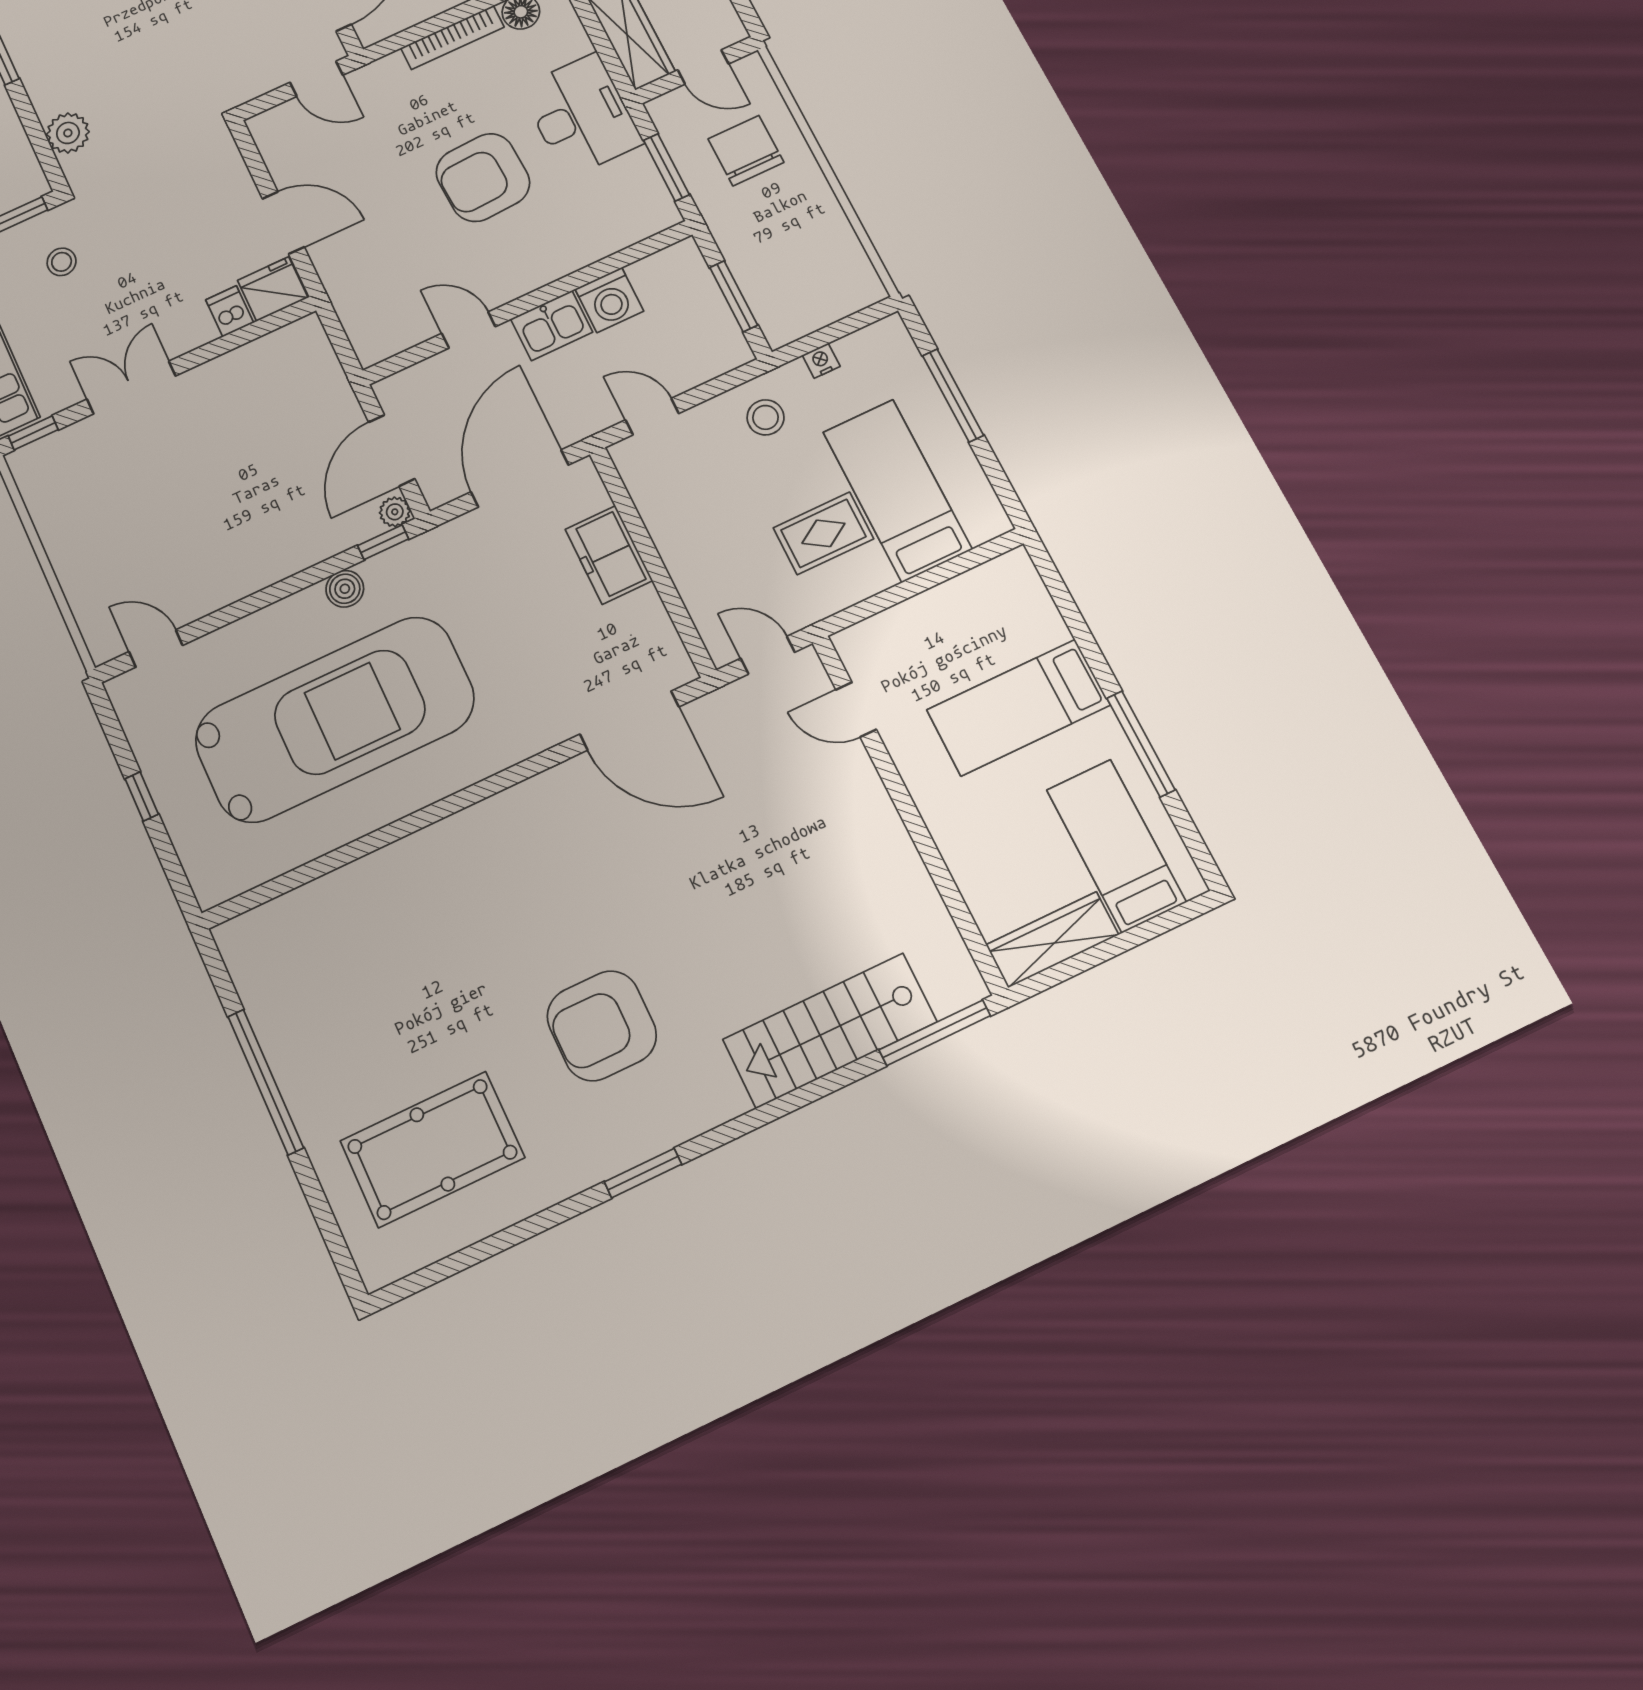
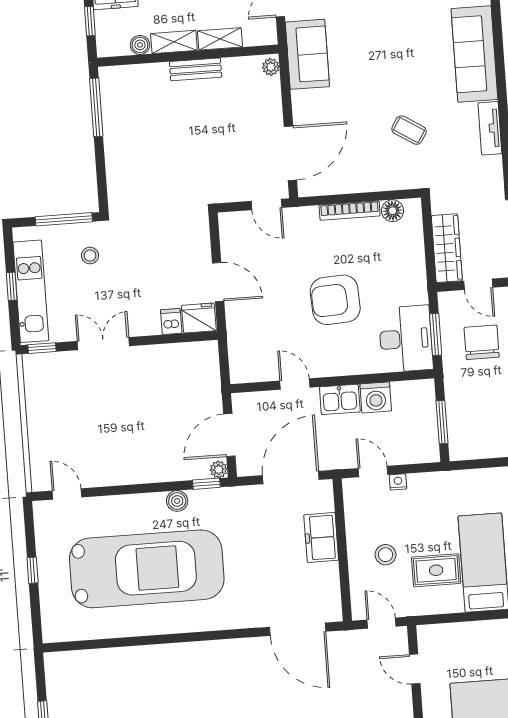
desk: (581, 115) -> (406, 339), moved
plant: (68, 133) -> (119, 180), removed
nightstand: (821, 361) -> (398, 482), moved
stool: (766, 417) -> (386, 555), moved

